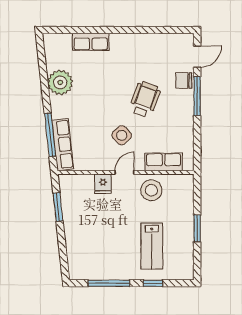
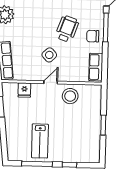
chair: (184, 80) -> (93, 36), moved
row of seats: (164, 162) -> (96, 67), moved, turned -90
fridge: (103, 184) -> (24, 90), moved
lab bench: (152, 246) -> (40, 141), moved

